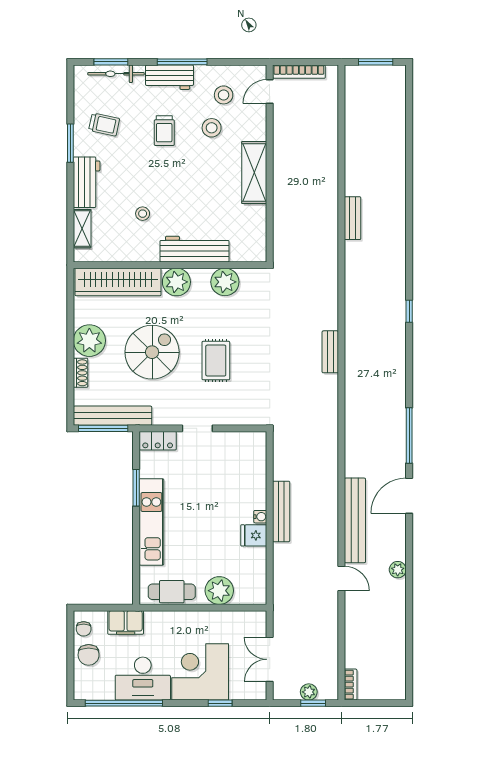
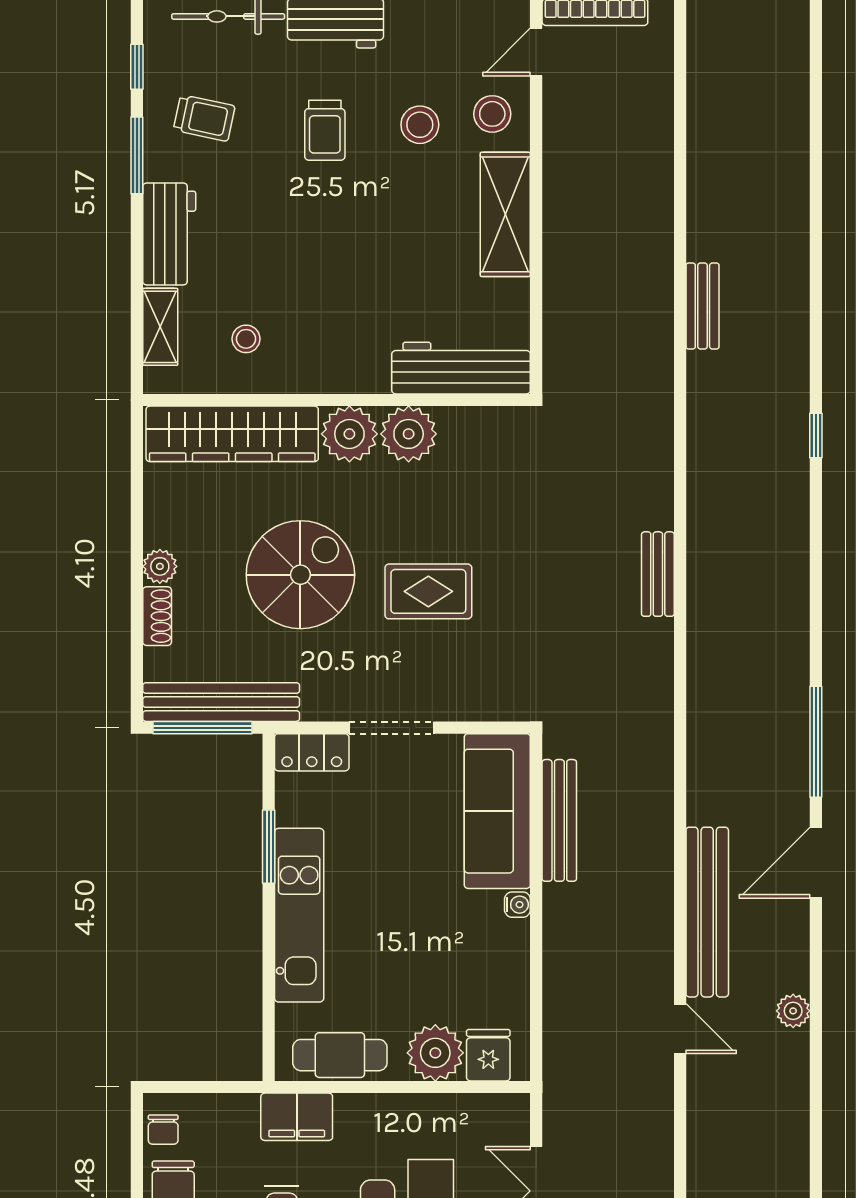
stool: (224, 95) -> (492, 114), moved
window: (70, 99) -> (137, 67), added
stool: (143, 214) -> (246, 339), moved
workbench: (195, 249) -> (461, 368), moved
plant: (225, 282) -> (409, 434), moved
window: (409, 311) -> (816, 435), moved
plant: (89, 341) -> (160, 566), width x0.53, depth x0.53
rug: (216, 361) -> (428, 591), turned 90
doorway: (197, 428) -> (391, 728), width x1.38
sofa: (250, 470) -> (497, 811), added
bench: (281, 511) -> (559, 820), moved
fridge: (254, 535) -> (488, 1055), moved, turned 90
filing cabinet: (126, 622) -> (297, 1117), moved

